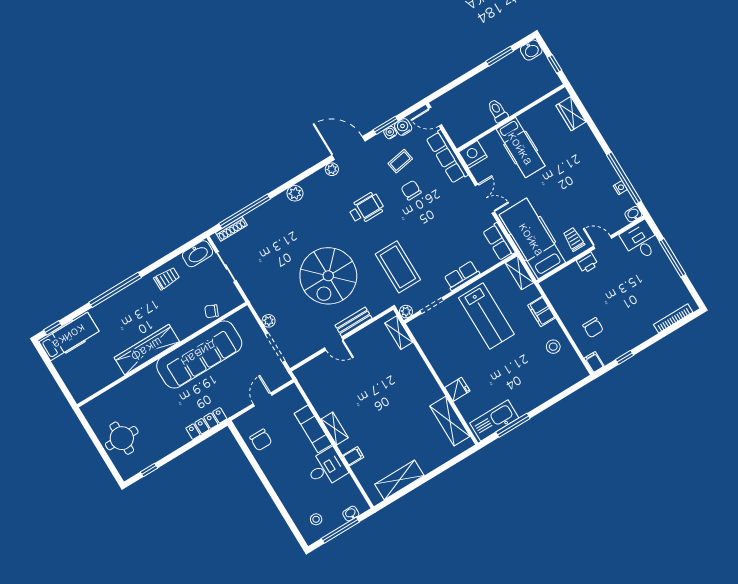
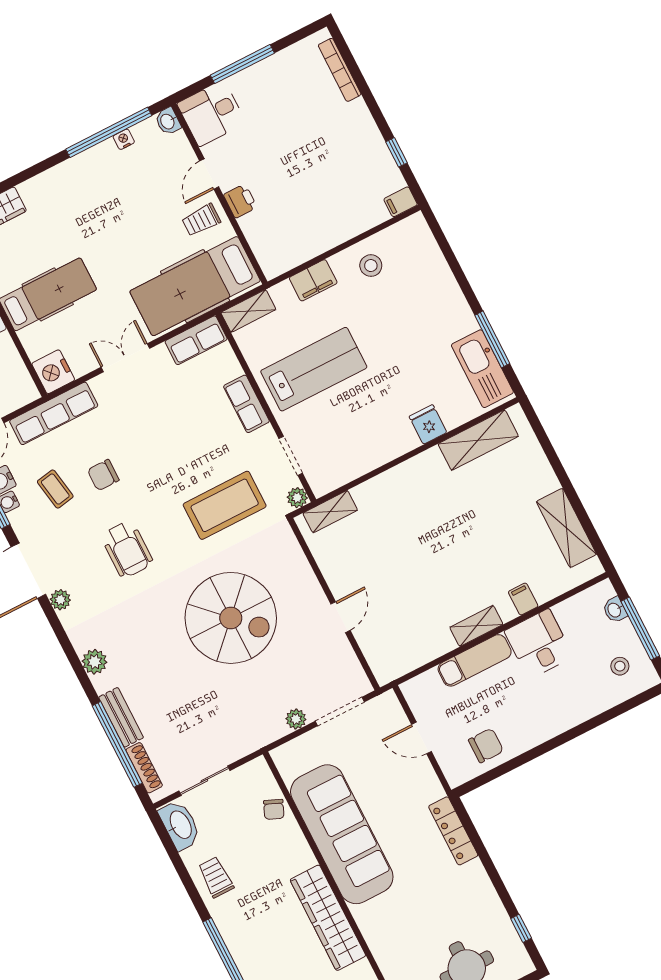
wheelchair: (366, 208) -> (127, 549), turned 180
bench: (354, 322) -> (121, 717), moved
chair: (593, 328) -> (345, 199), removed

